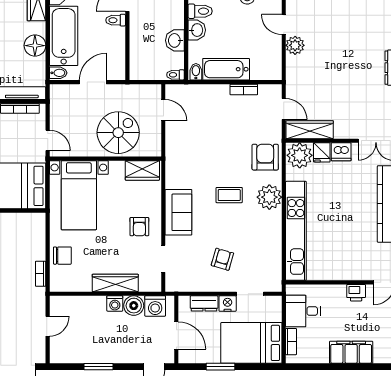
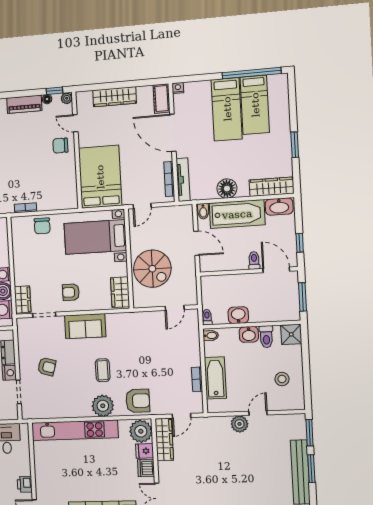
bathtub: (226, 69) -> (215, 378), moved
wardrobe: (115, 283) -> (23, 299), moved, width x0.67

